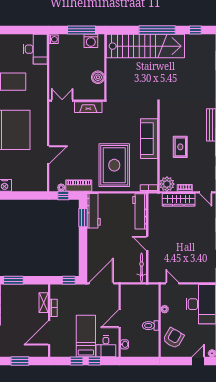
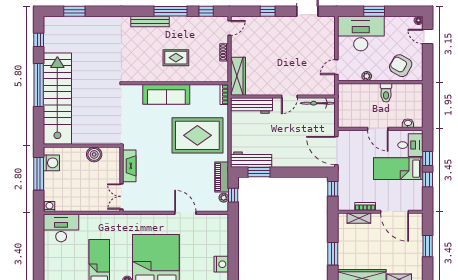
plant: (167, 184) -> (220, 73), removed
wardrobe: (179, 200) -> (238, 76), moved

